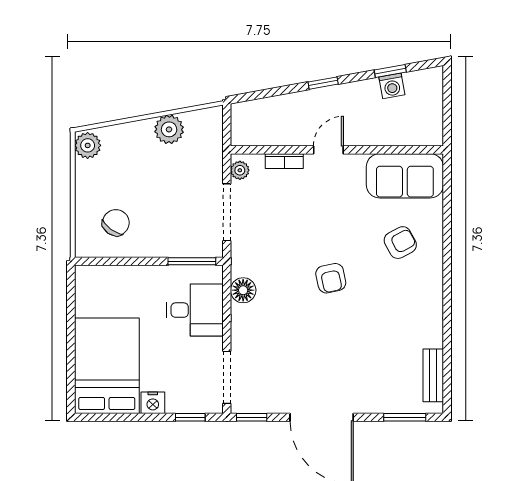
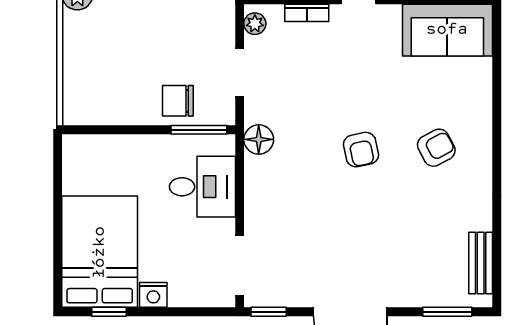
doorway: (227, 212) -> (240, 73), width x0.73
chair: (116, 223) -> (178, 101), moved, turned -126
armchair: (400, 243) -> (436, 148), moved
floor lamp: (243, 290) -> (259, 139), moved
window: (190, 417) -> (109, 312), moved

